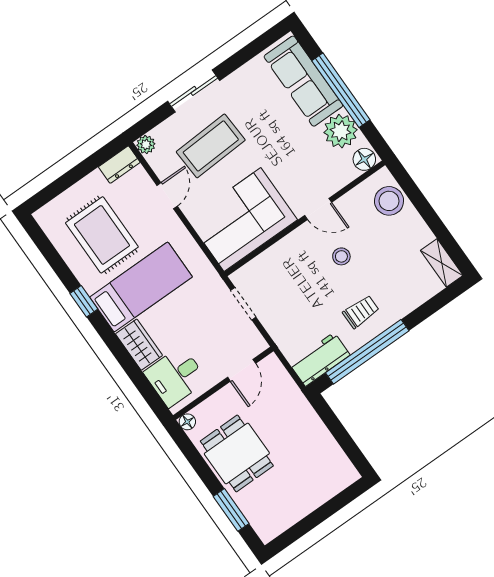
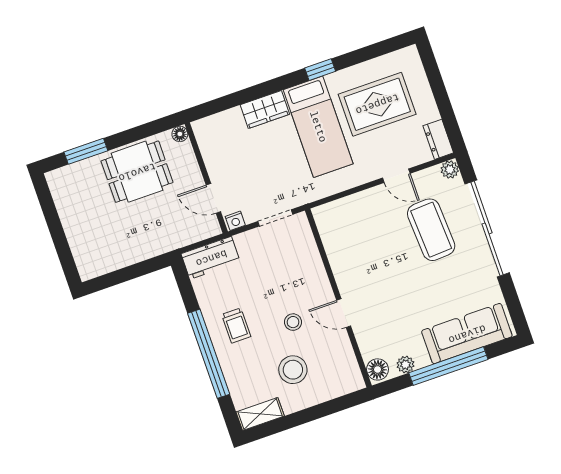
sliding door: (194, 91) -> (487, 228), width x1.86
plant: (341, 131) -> (405, 365), width x0.53, depth x0.53
stool: (389, 201) -> (293, 370), moved
door: (318, 209) -> (344, 313), hinge flipped
corner sofa: (242, 220) -> (354, 240), removed
nightstand: (258, 342) -> (235, 221), added
window: (367, 352) -> (209, 354), moved
workbench: (320, 359) -> (211, 258), moved, turned 90
desk: (175, 377) -> (225, 135), removed

